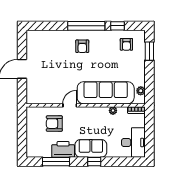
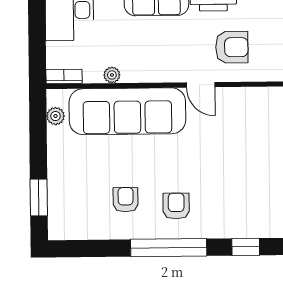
window: (117, 26) -> (246, 247), moved
armchair: (126, 44) -> (126, 200), moved
door: (70, 105) -> (201, 85), hinge flipped

